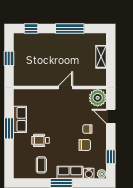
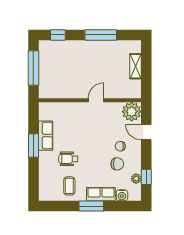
window: (9, 58) -> (33, 68), width x2.17
plant: (102, 174) -> (136, 179), moved

